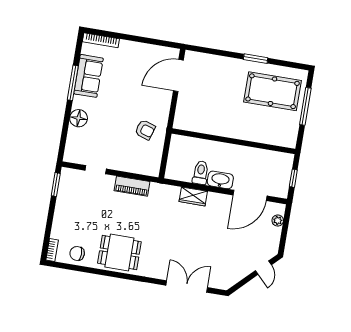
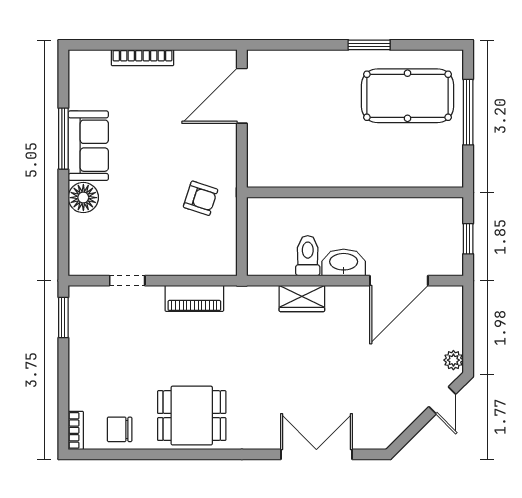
bookcase: (101, 40) -> (143, 58), moved
sofa: (89, 76) -> (88, 146), moved
plant: (278, 221) -> (453, 360), moved

